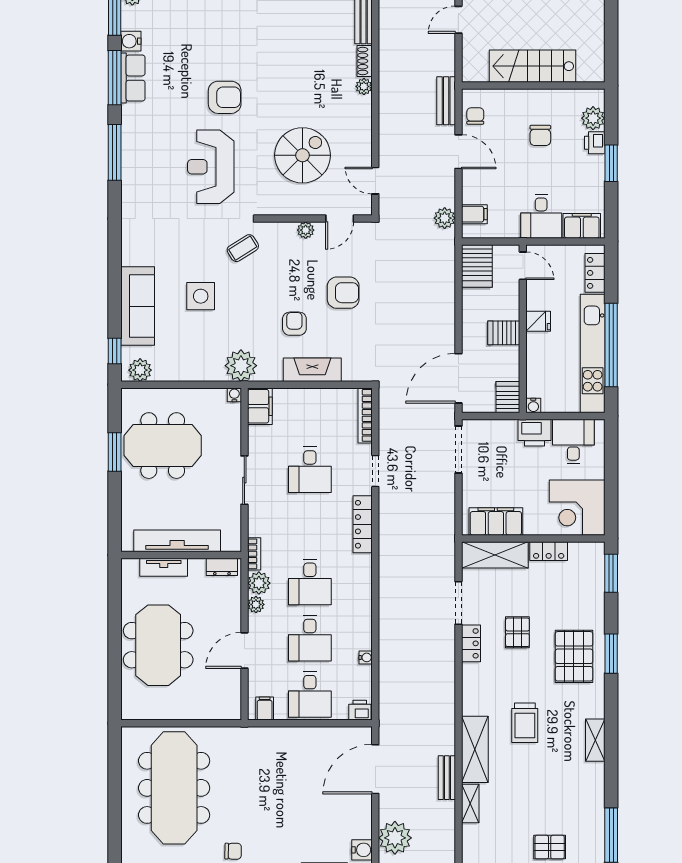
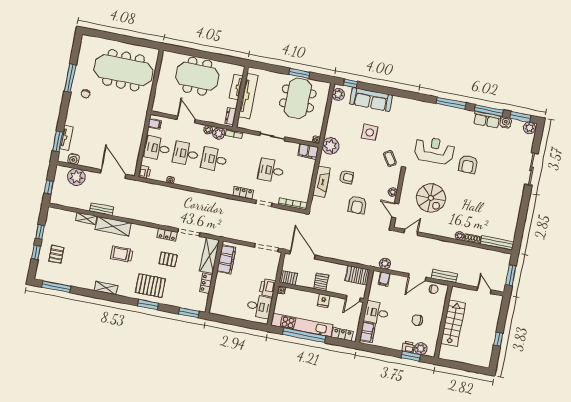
window: (611, 163) -> (411, 356), moved
corner desk: (577, 508) -> (225, 302), removed
locker: (363, 524) -> (243, 193), width x0.66

